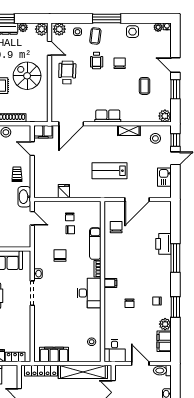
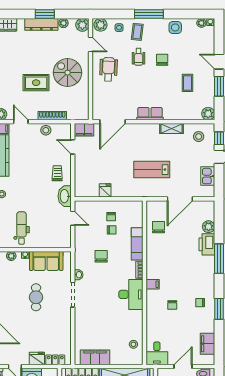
plant: (165, 324) -> (209, 227), moved
door: (140, 364) -> (183, 367), hinge flipped

